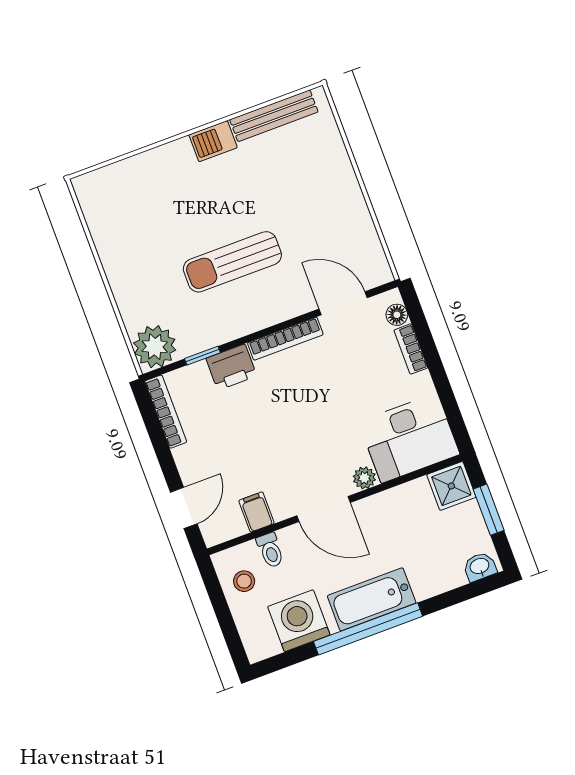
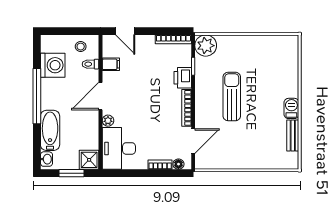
bench: (274, 116) -> (293, 136), width x0.73
bathtub: (372, 599) -> (50, 130), moved

